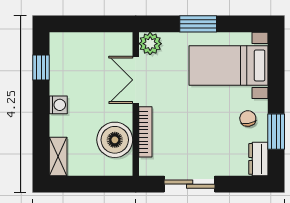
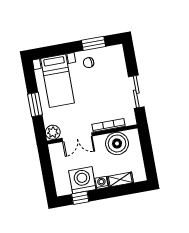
washing machine: (68, 76) -> (82, 180), added
shelving: (58, 156) -> (120, 180), moved
dresser: (258, 159) -> (113, 51), removed

